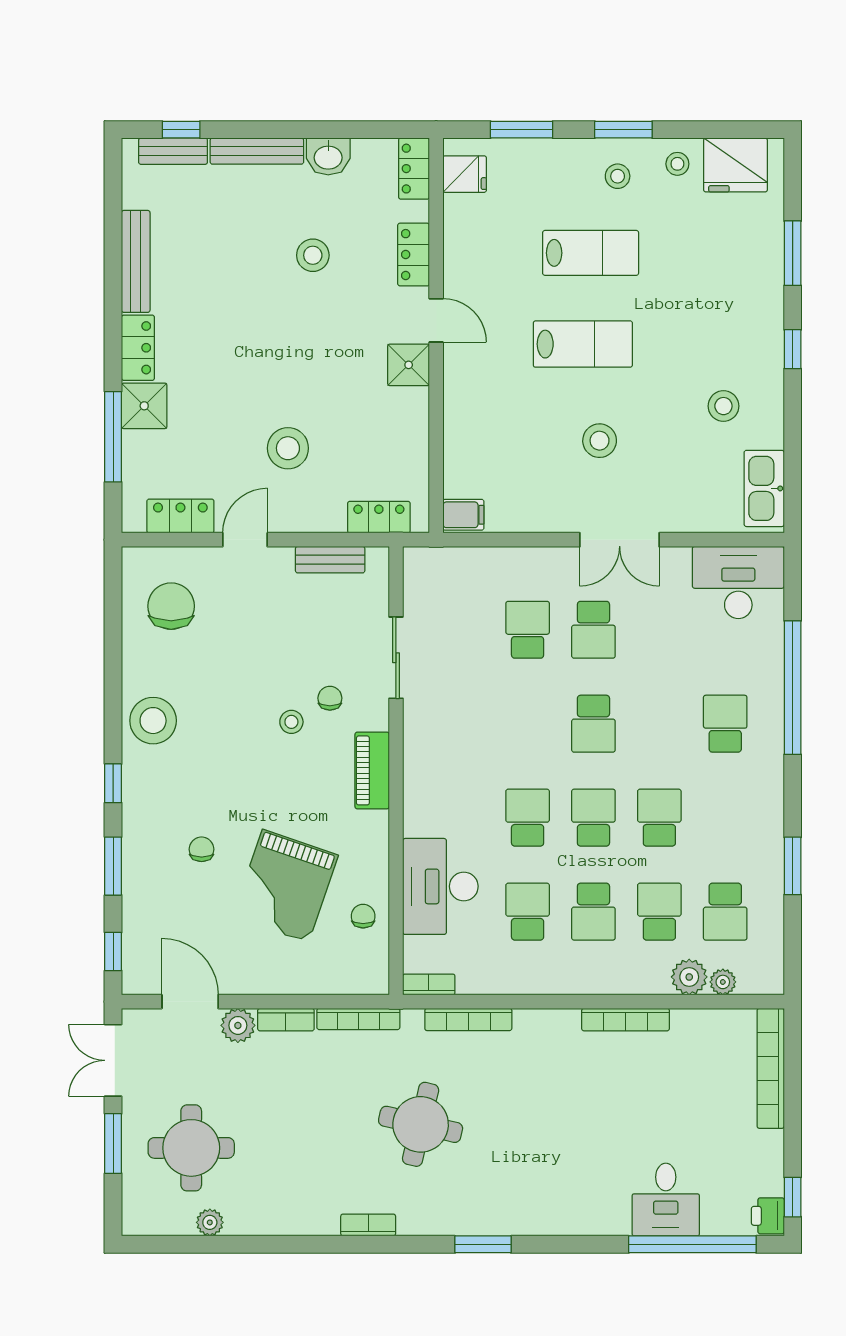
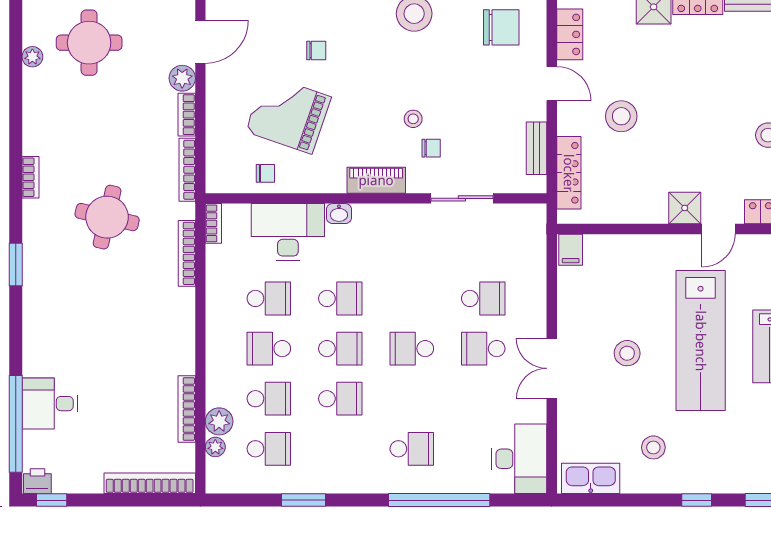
lab bench: (583, 344) -> (701, 341), width x1.86, depth x1.39
locker: (379, 517) -> (569, 173), width x1.53
washbasin: (416, 819) -> (339, 214), added
school desk: (725, 912) -> (269, 449), turned 180
bookcase: (626, 1020) -> (187, 409), moved

